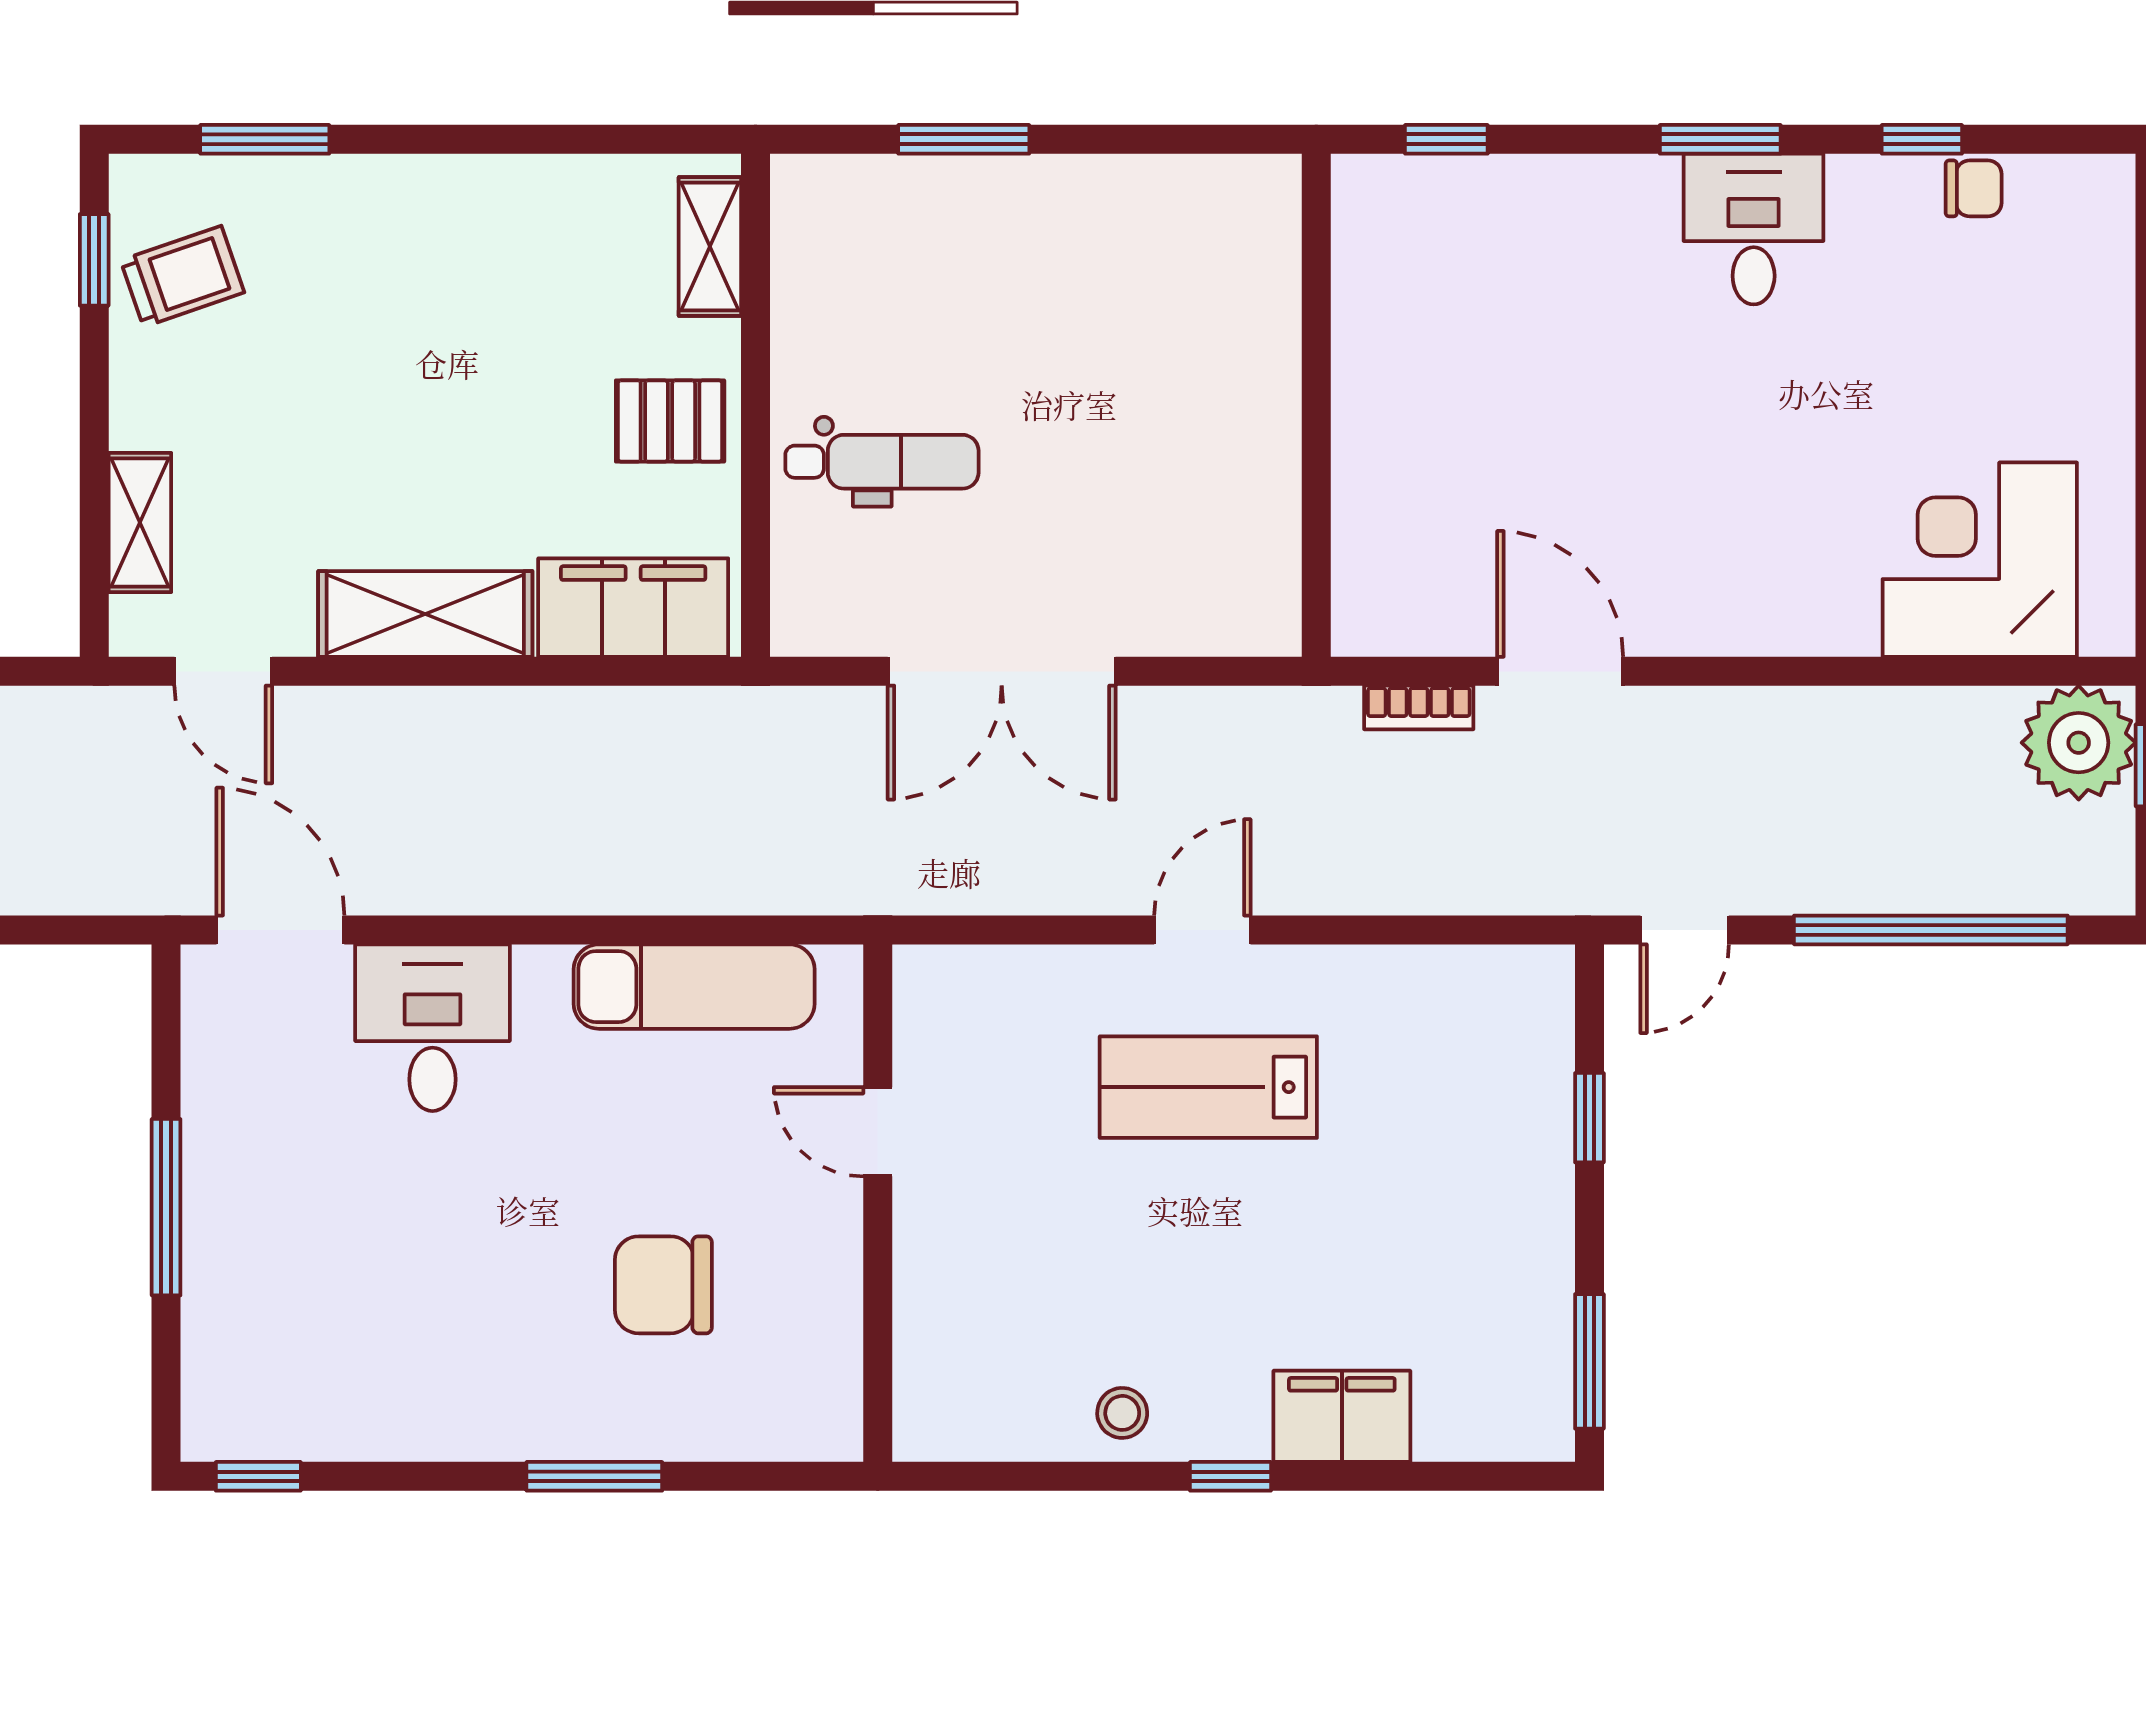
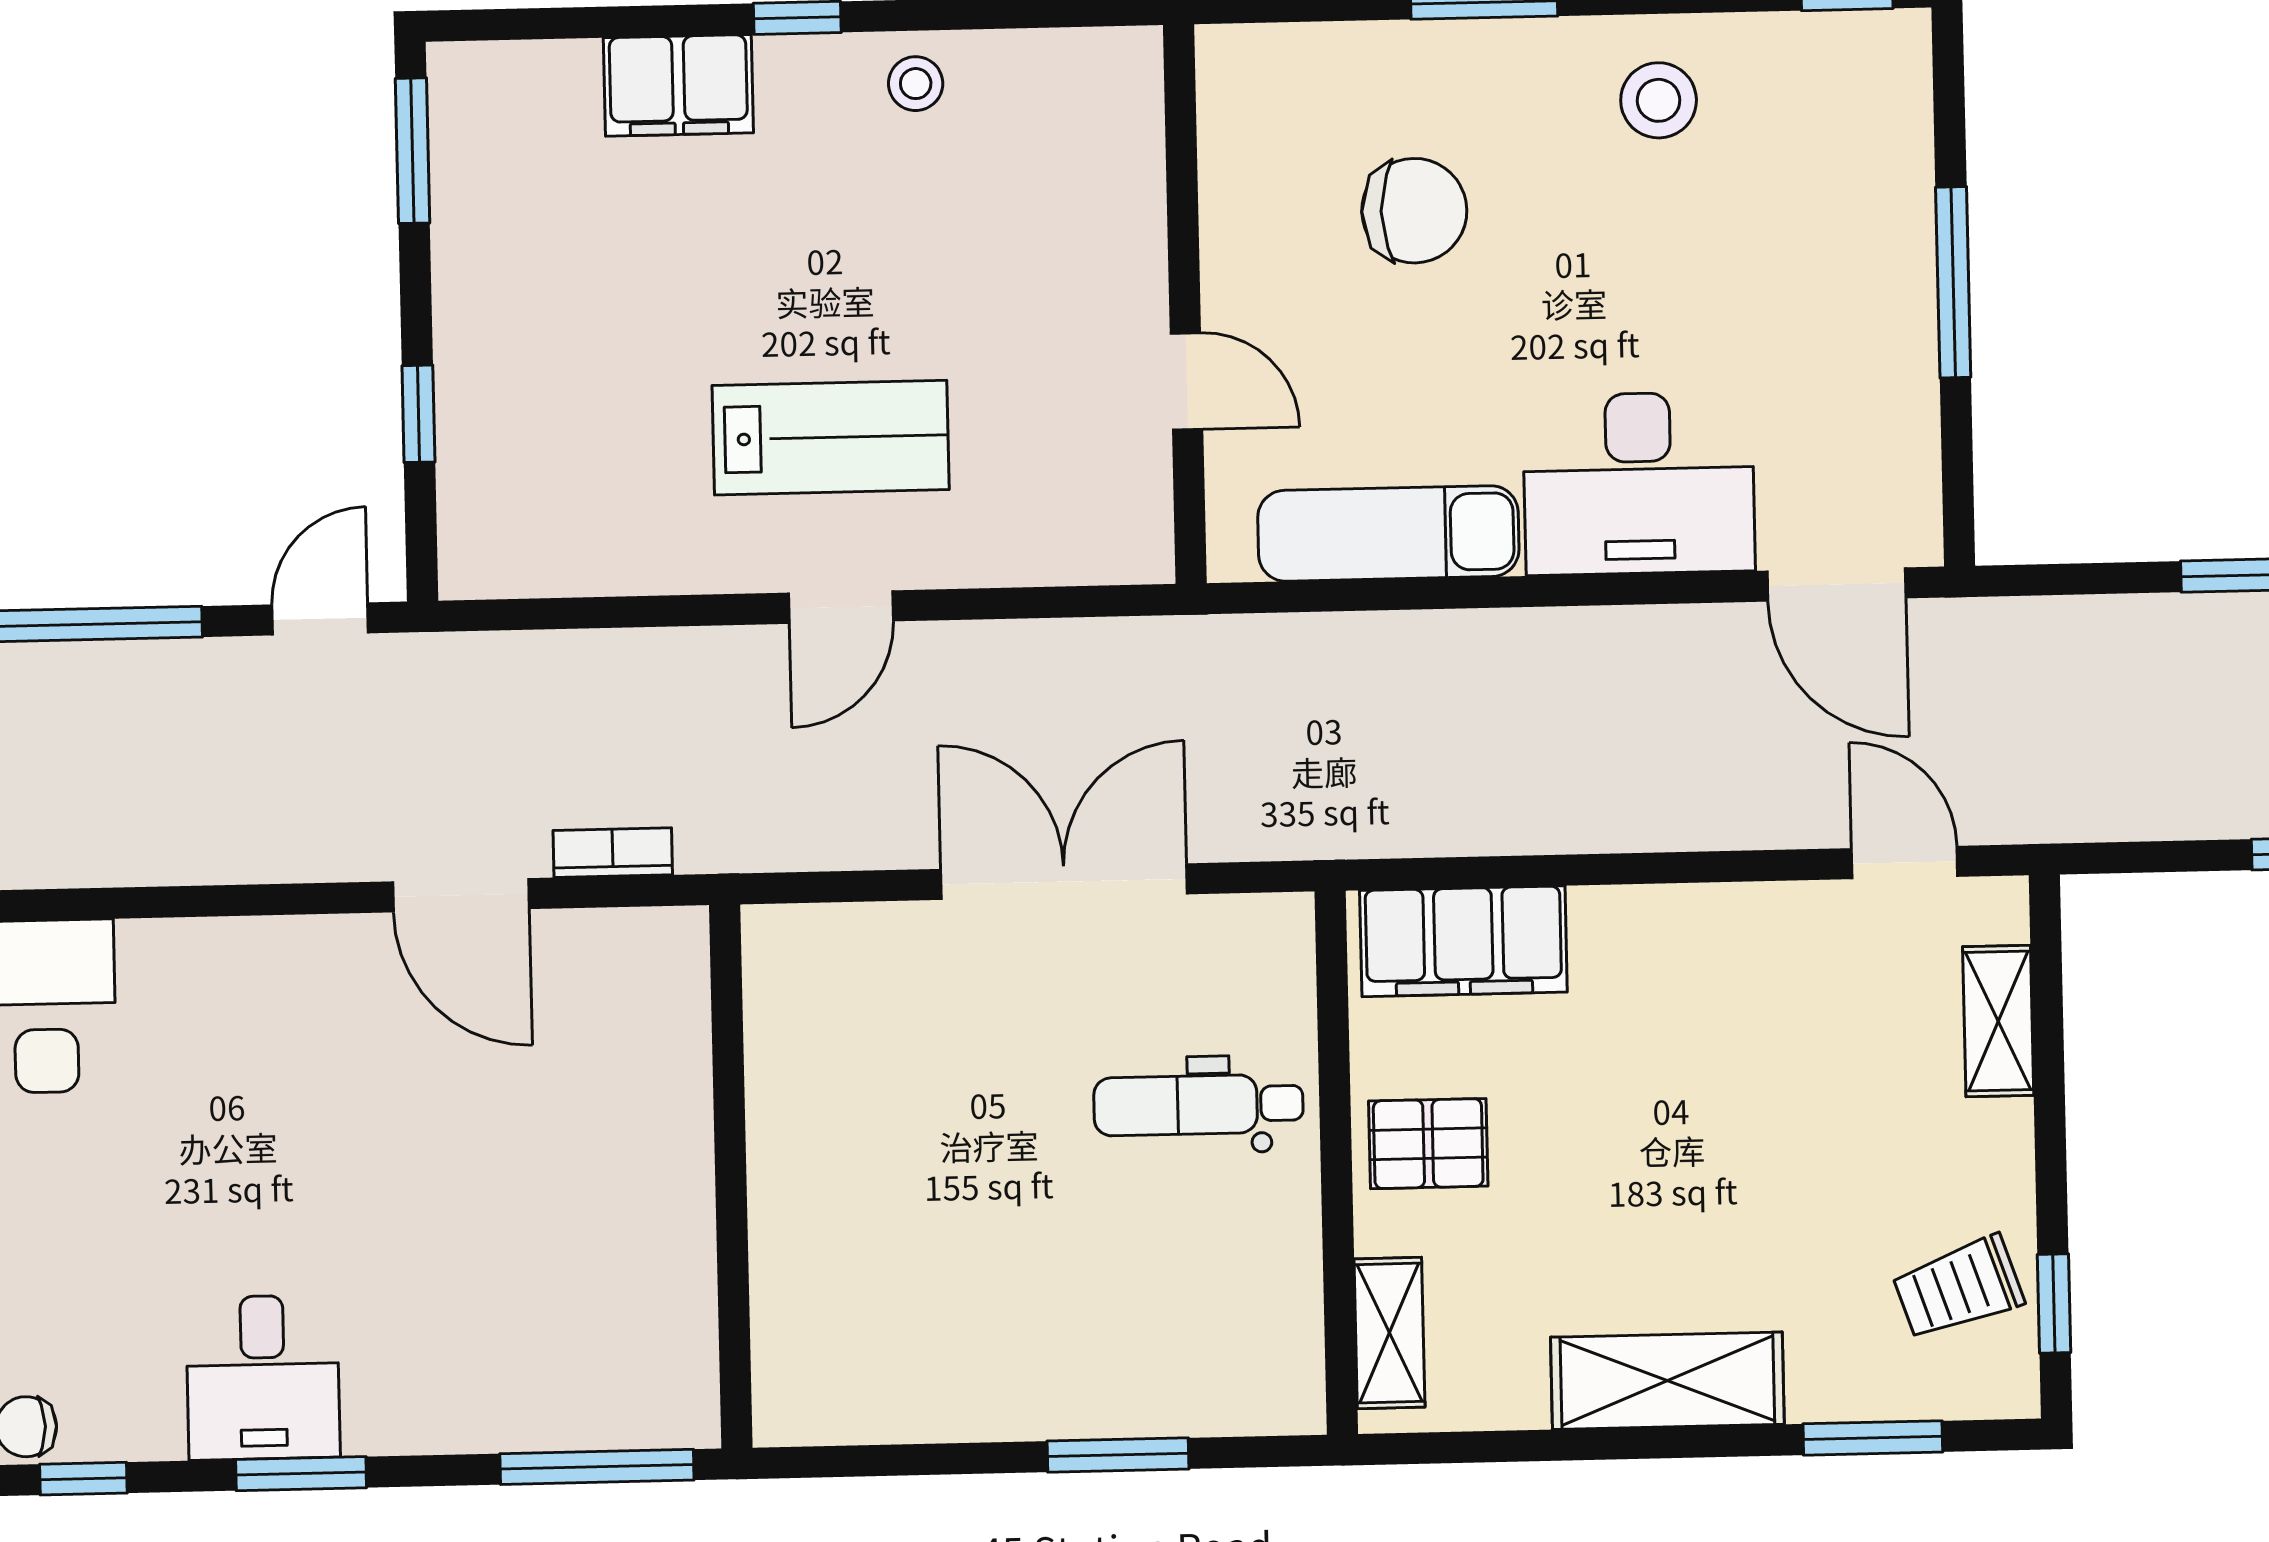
window: (1446, 139) -> (597, 1467), width x2.17
shelving: (425, 614) -> (1667, 1381), moved
desk: (432, 1028) -> (1639, 483), width x1.37
stool: (435, 1382) -> (1659, 100), added

